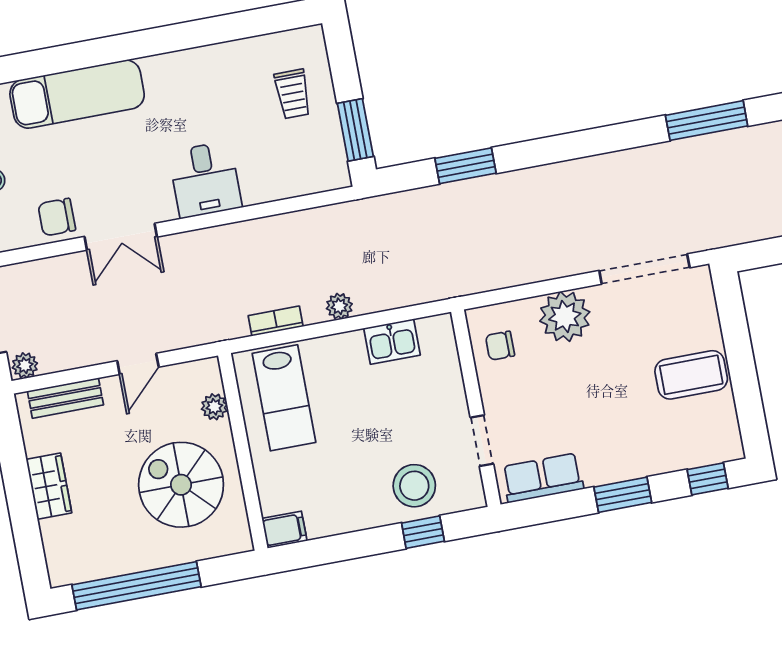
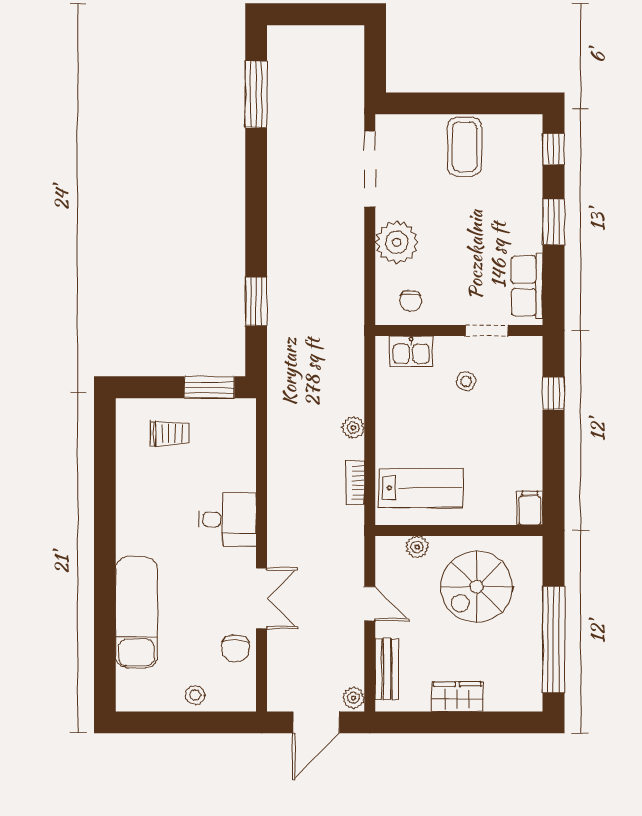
kitchen sink: (392, 342) -> (411, 351), moved, turned 90
stool: (414, 486) -> (466, 381), moved, width x0.53, depth x0.53

